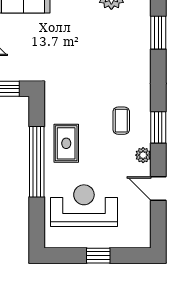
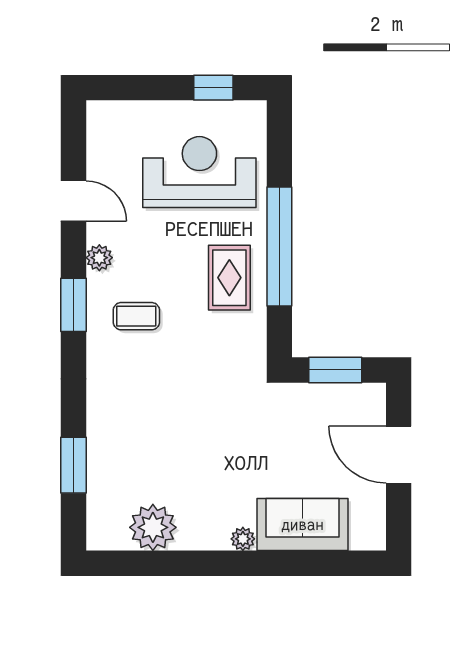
coffee table: (121, 121) -> (136, 316), turned 90
reception desk: (84, 206) -> (199, 172), turned 180
window: (98, 256) -> (213, 88), moved

